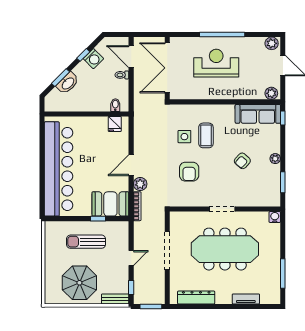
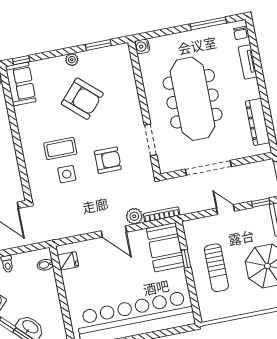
sofa: (258, 114) -> (21, 84), width x0.73
armchair: (242, 161) -> (82, 99), width x1.88, depth x1.88
doorway: (222, 209) -> (151, 140), moved
chair: (270, 298) -> (240, 33), added

